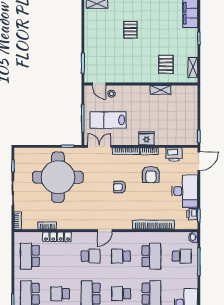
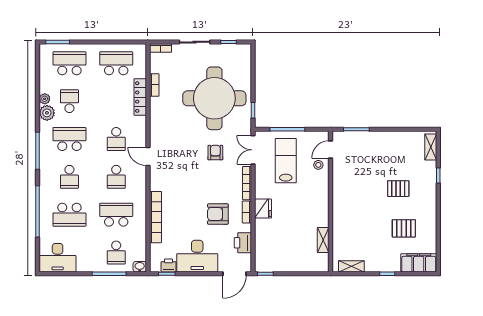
pallet: (166, 64) -> (404, 228), moved
shelving: (161, 90) -> (323, 240), moved
double door: (99, 146) -> (253, 150), swing flipped
door: (199, 161) -> (235, 274), hinge flipped
armchair: (120, 187) -> (215, 153), moved
school desk: (121, 256) -> (116, 177), turned 180
school desk: (151, 256) -> (116, 215), turned 180
school desk: (121, 294) -> (69, 177), turned 180

